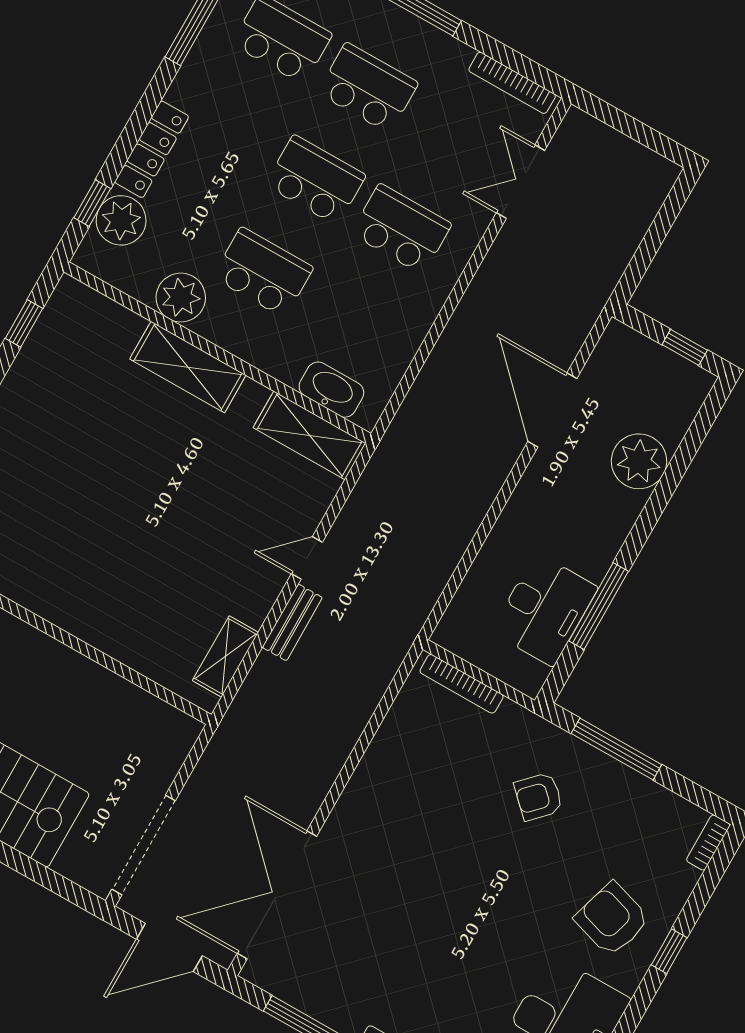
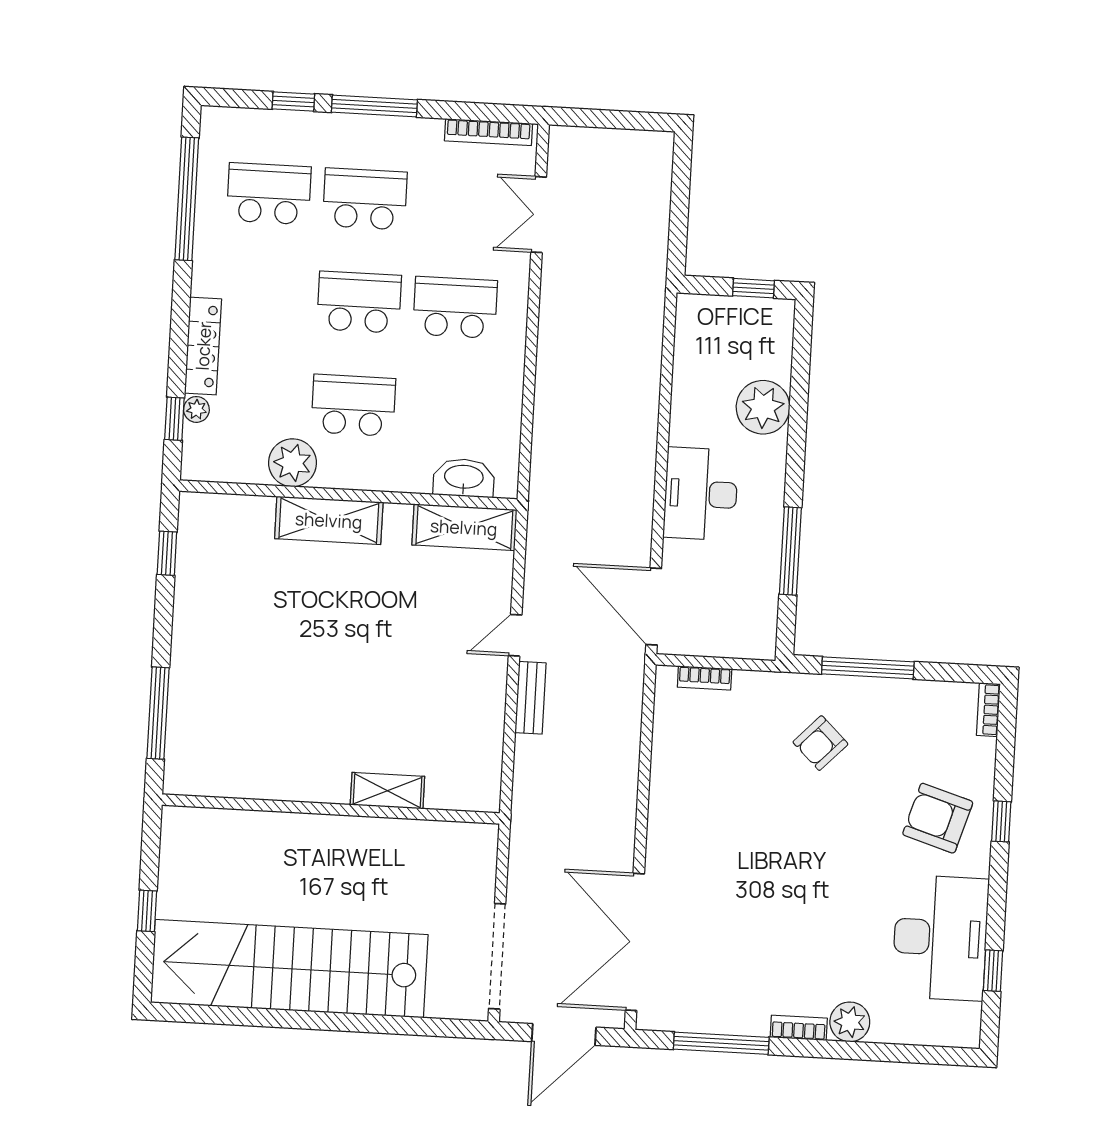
plant: (121, 220) -> (196, 409), width x0.53, depth x0.53
door: (552, 410) -> (654, 606), moved
desk: (544, 610) -> (701, 494), moved, turned 180
shelving: (225, 656) -> (387, 791), moved, turned 90
bookcase: (462, 684) -> (705, 678), width x0.64

